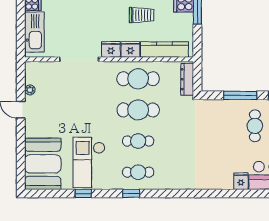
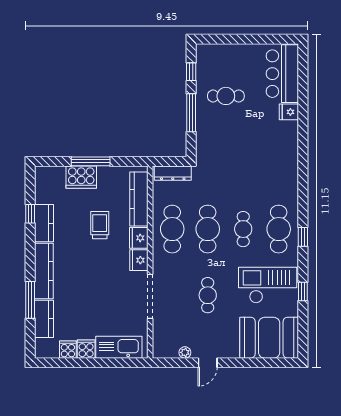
cafe table: (80, 110) -> (208, 295), added
checkout: (89, 163) -> (268, 285), turned 180
cafe table: (138, 172) -> (279, 229), width x1.37, depth x1.35

